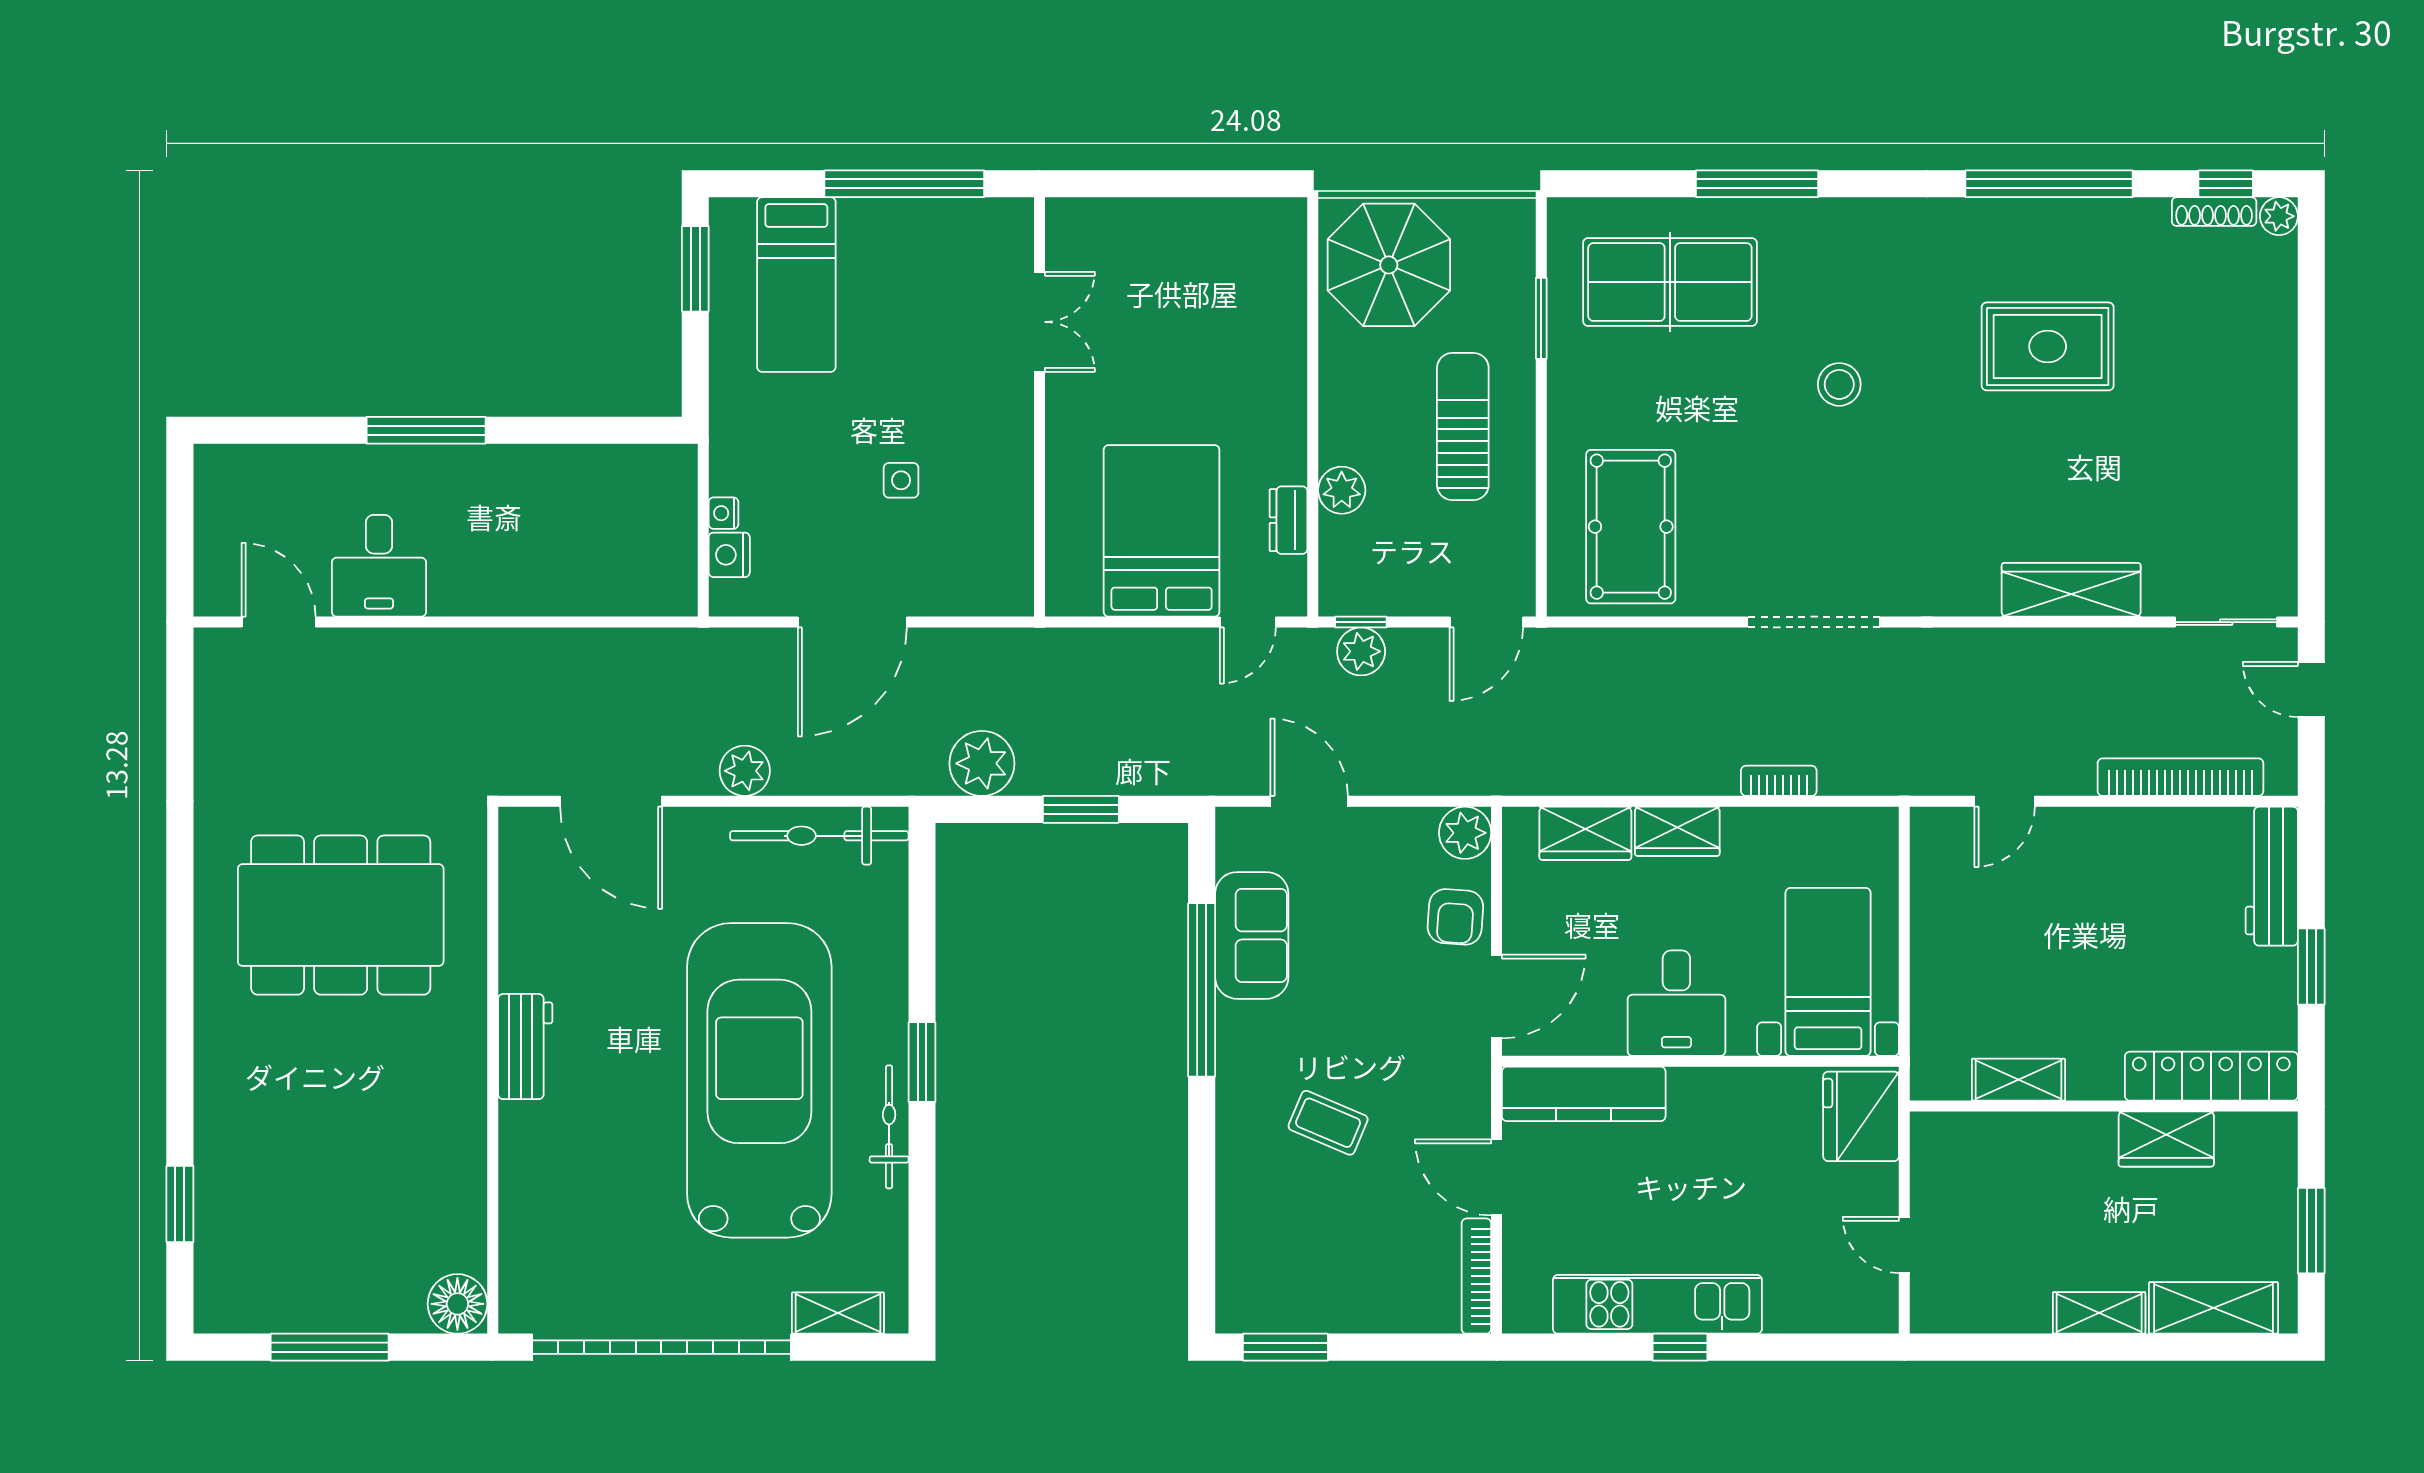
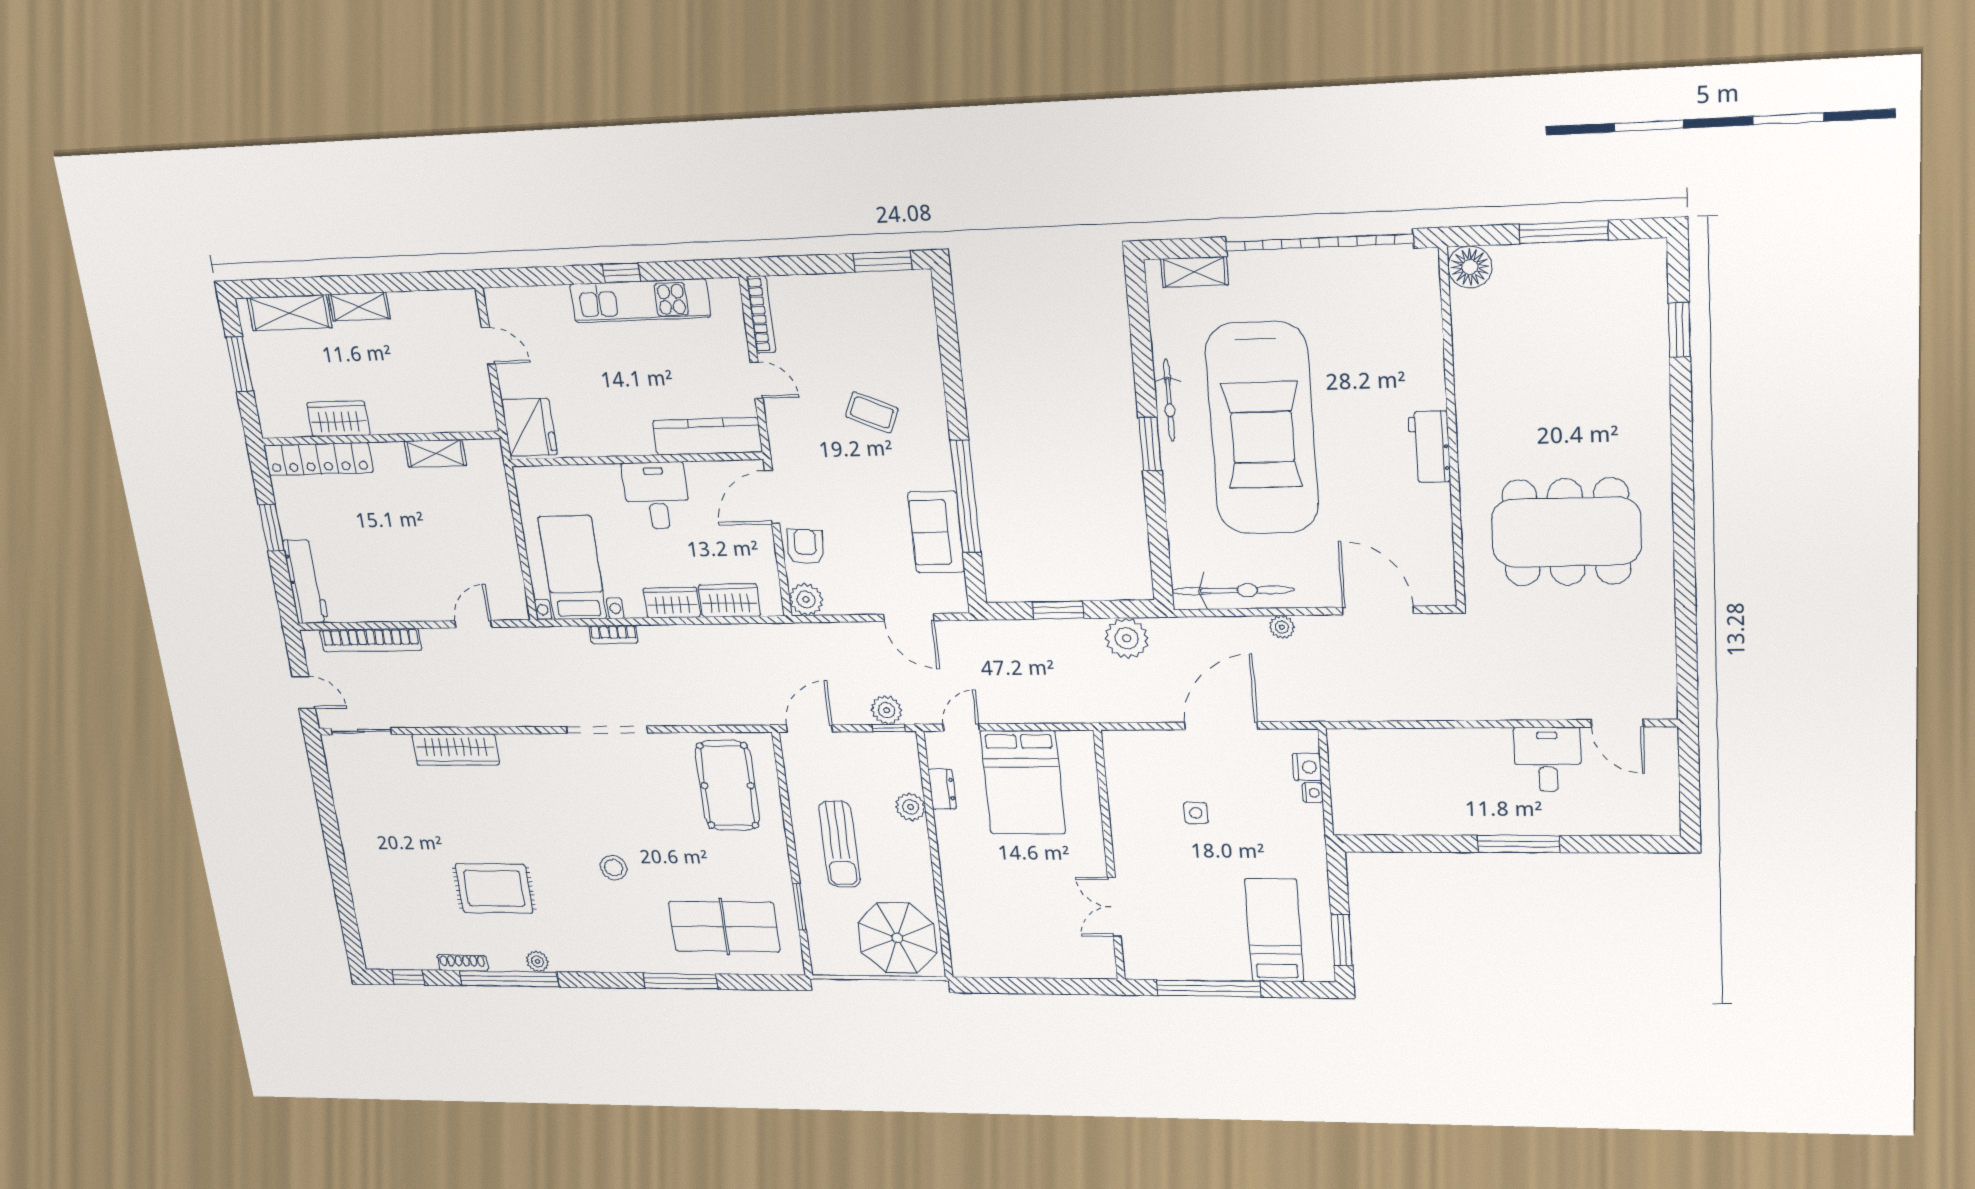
shoe rack: (2214, 212) -> (463, 963), moved
plant: (2279, 216) -> (537, 961), moved
plant: (745, 771) -> (1282, 627), width x0.73, depth x0.73
bed with nightstands: (1828, 972) -> (572, 568), moved, turned 180
door: (1497, 1177) -> (757, 380), width x0.73

